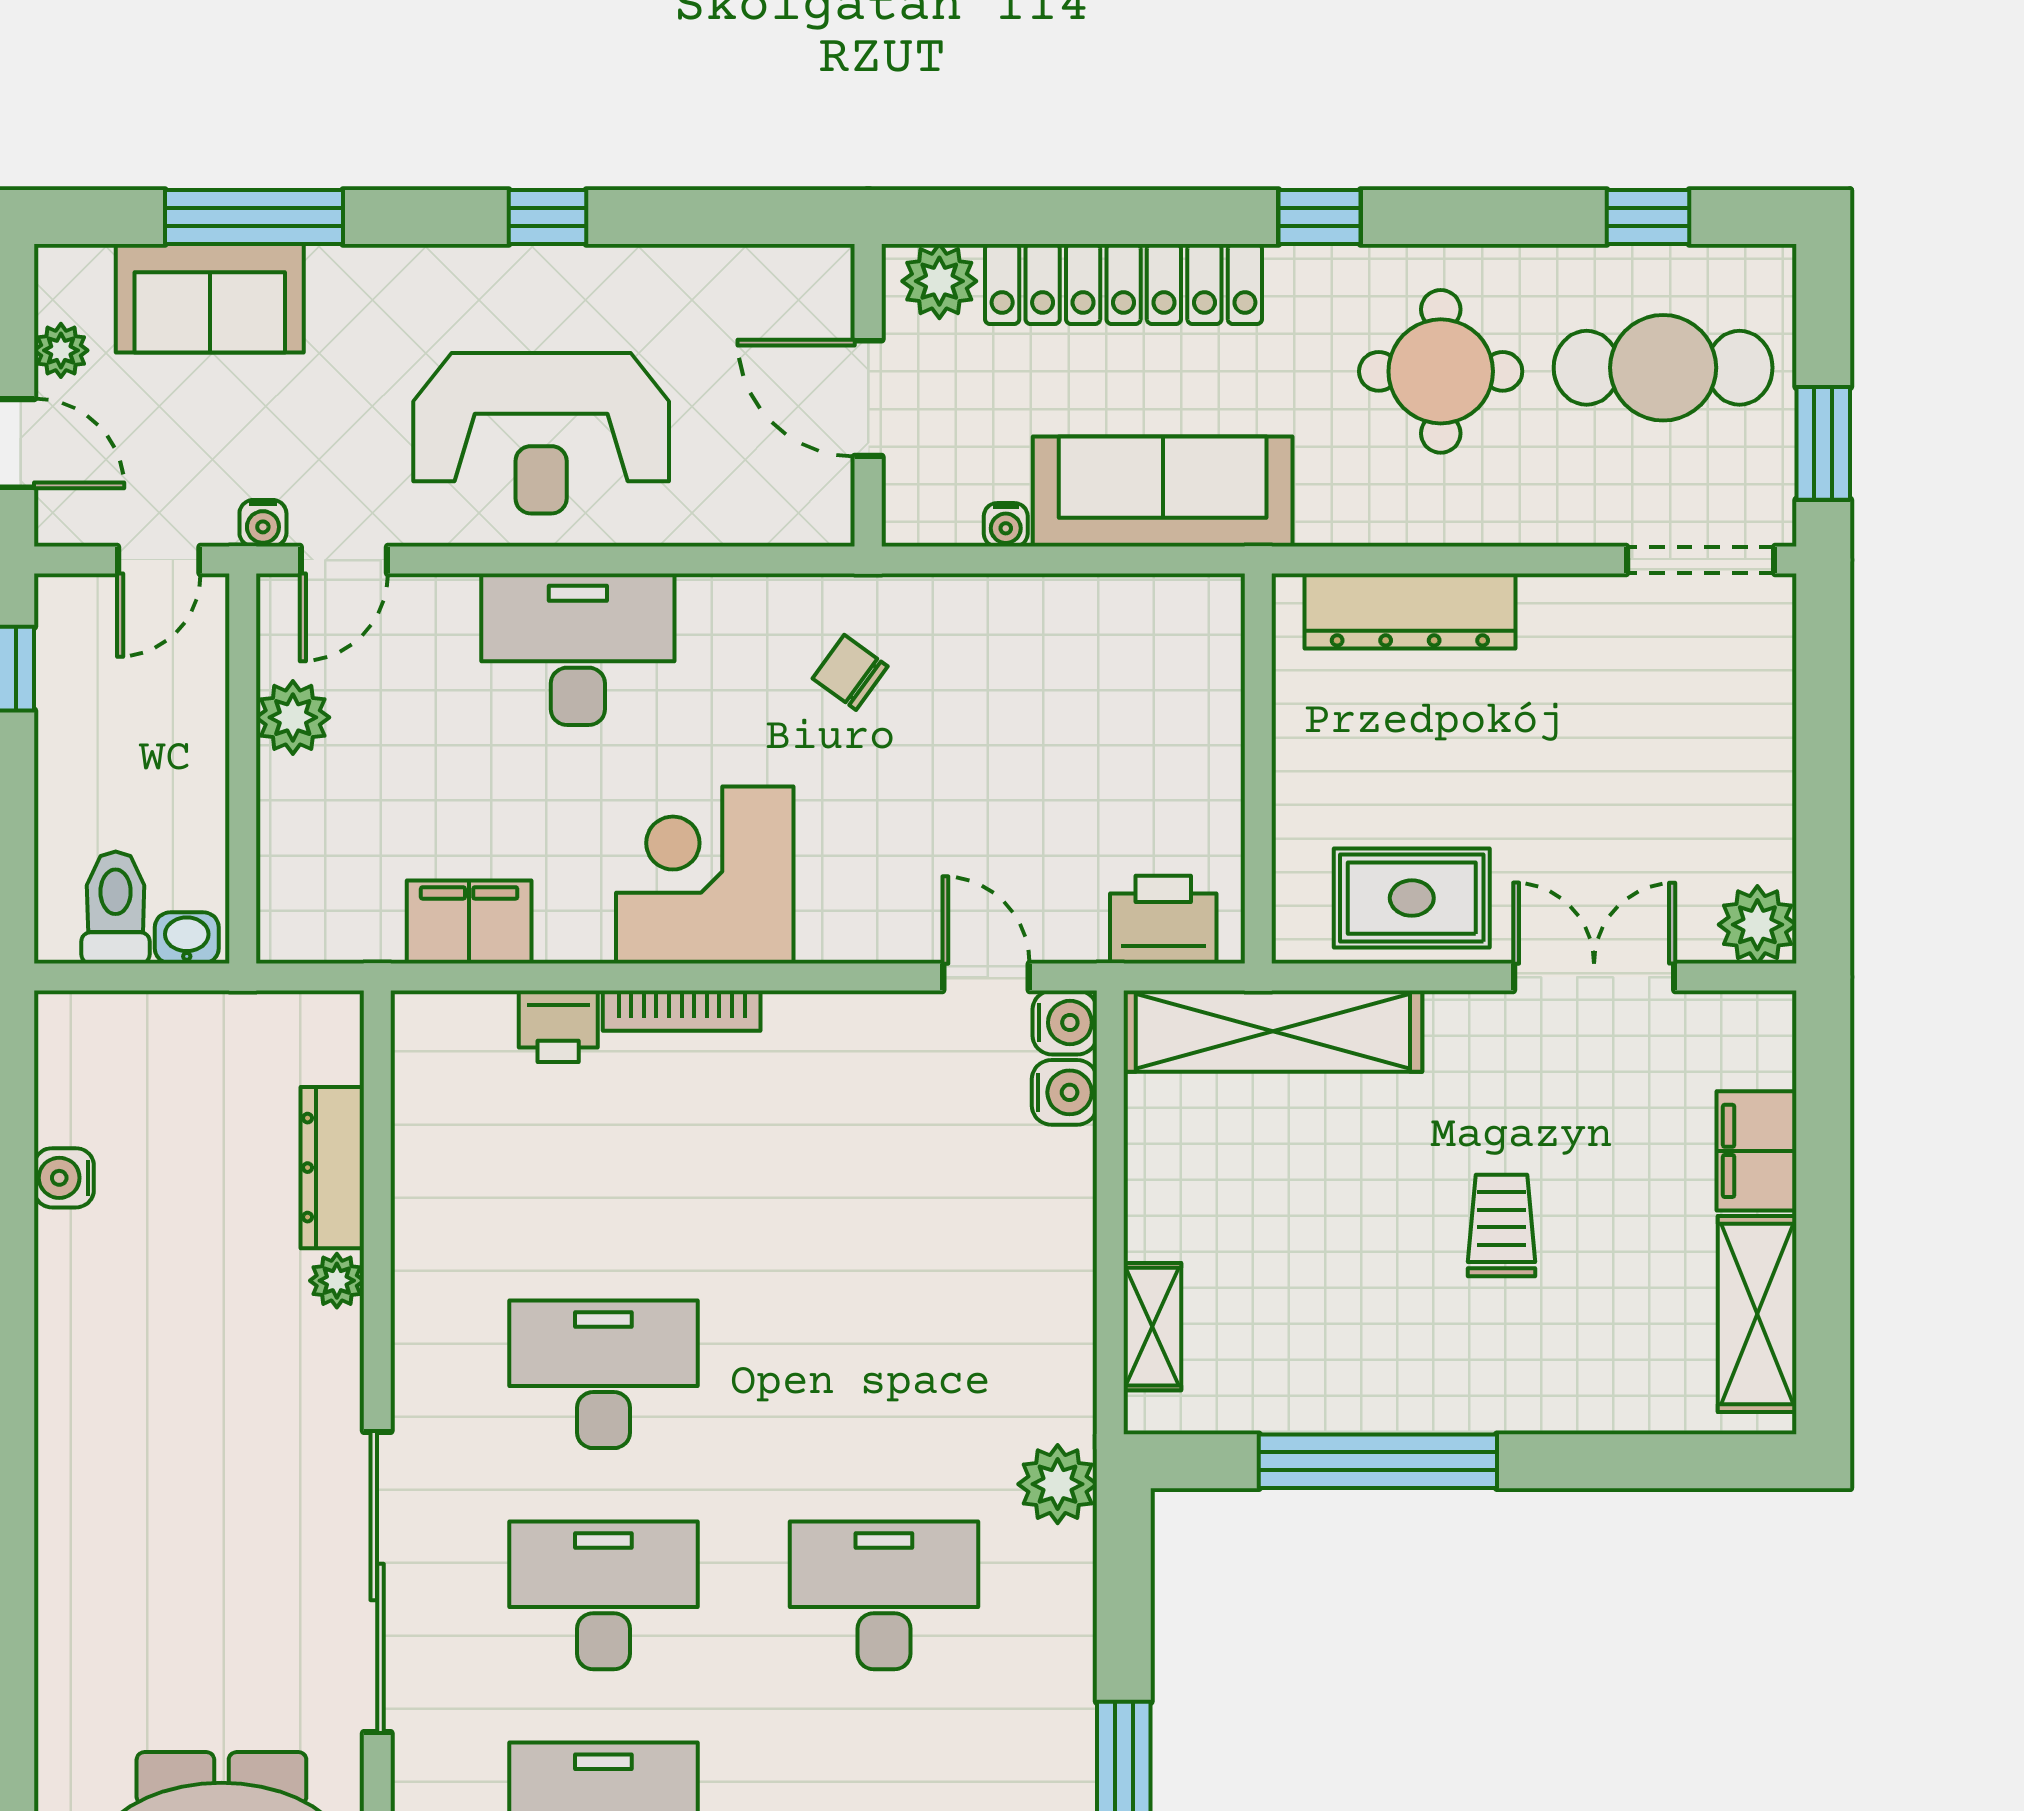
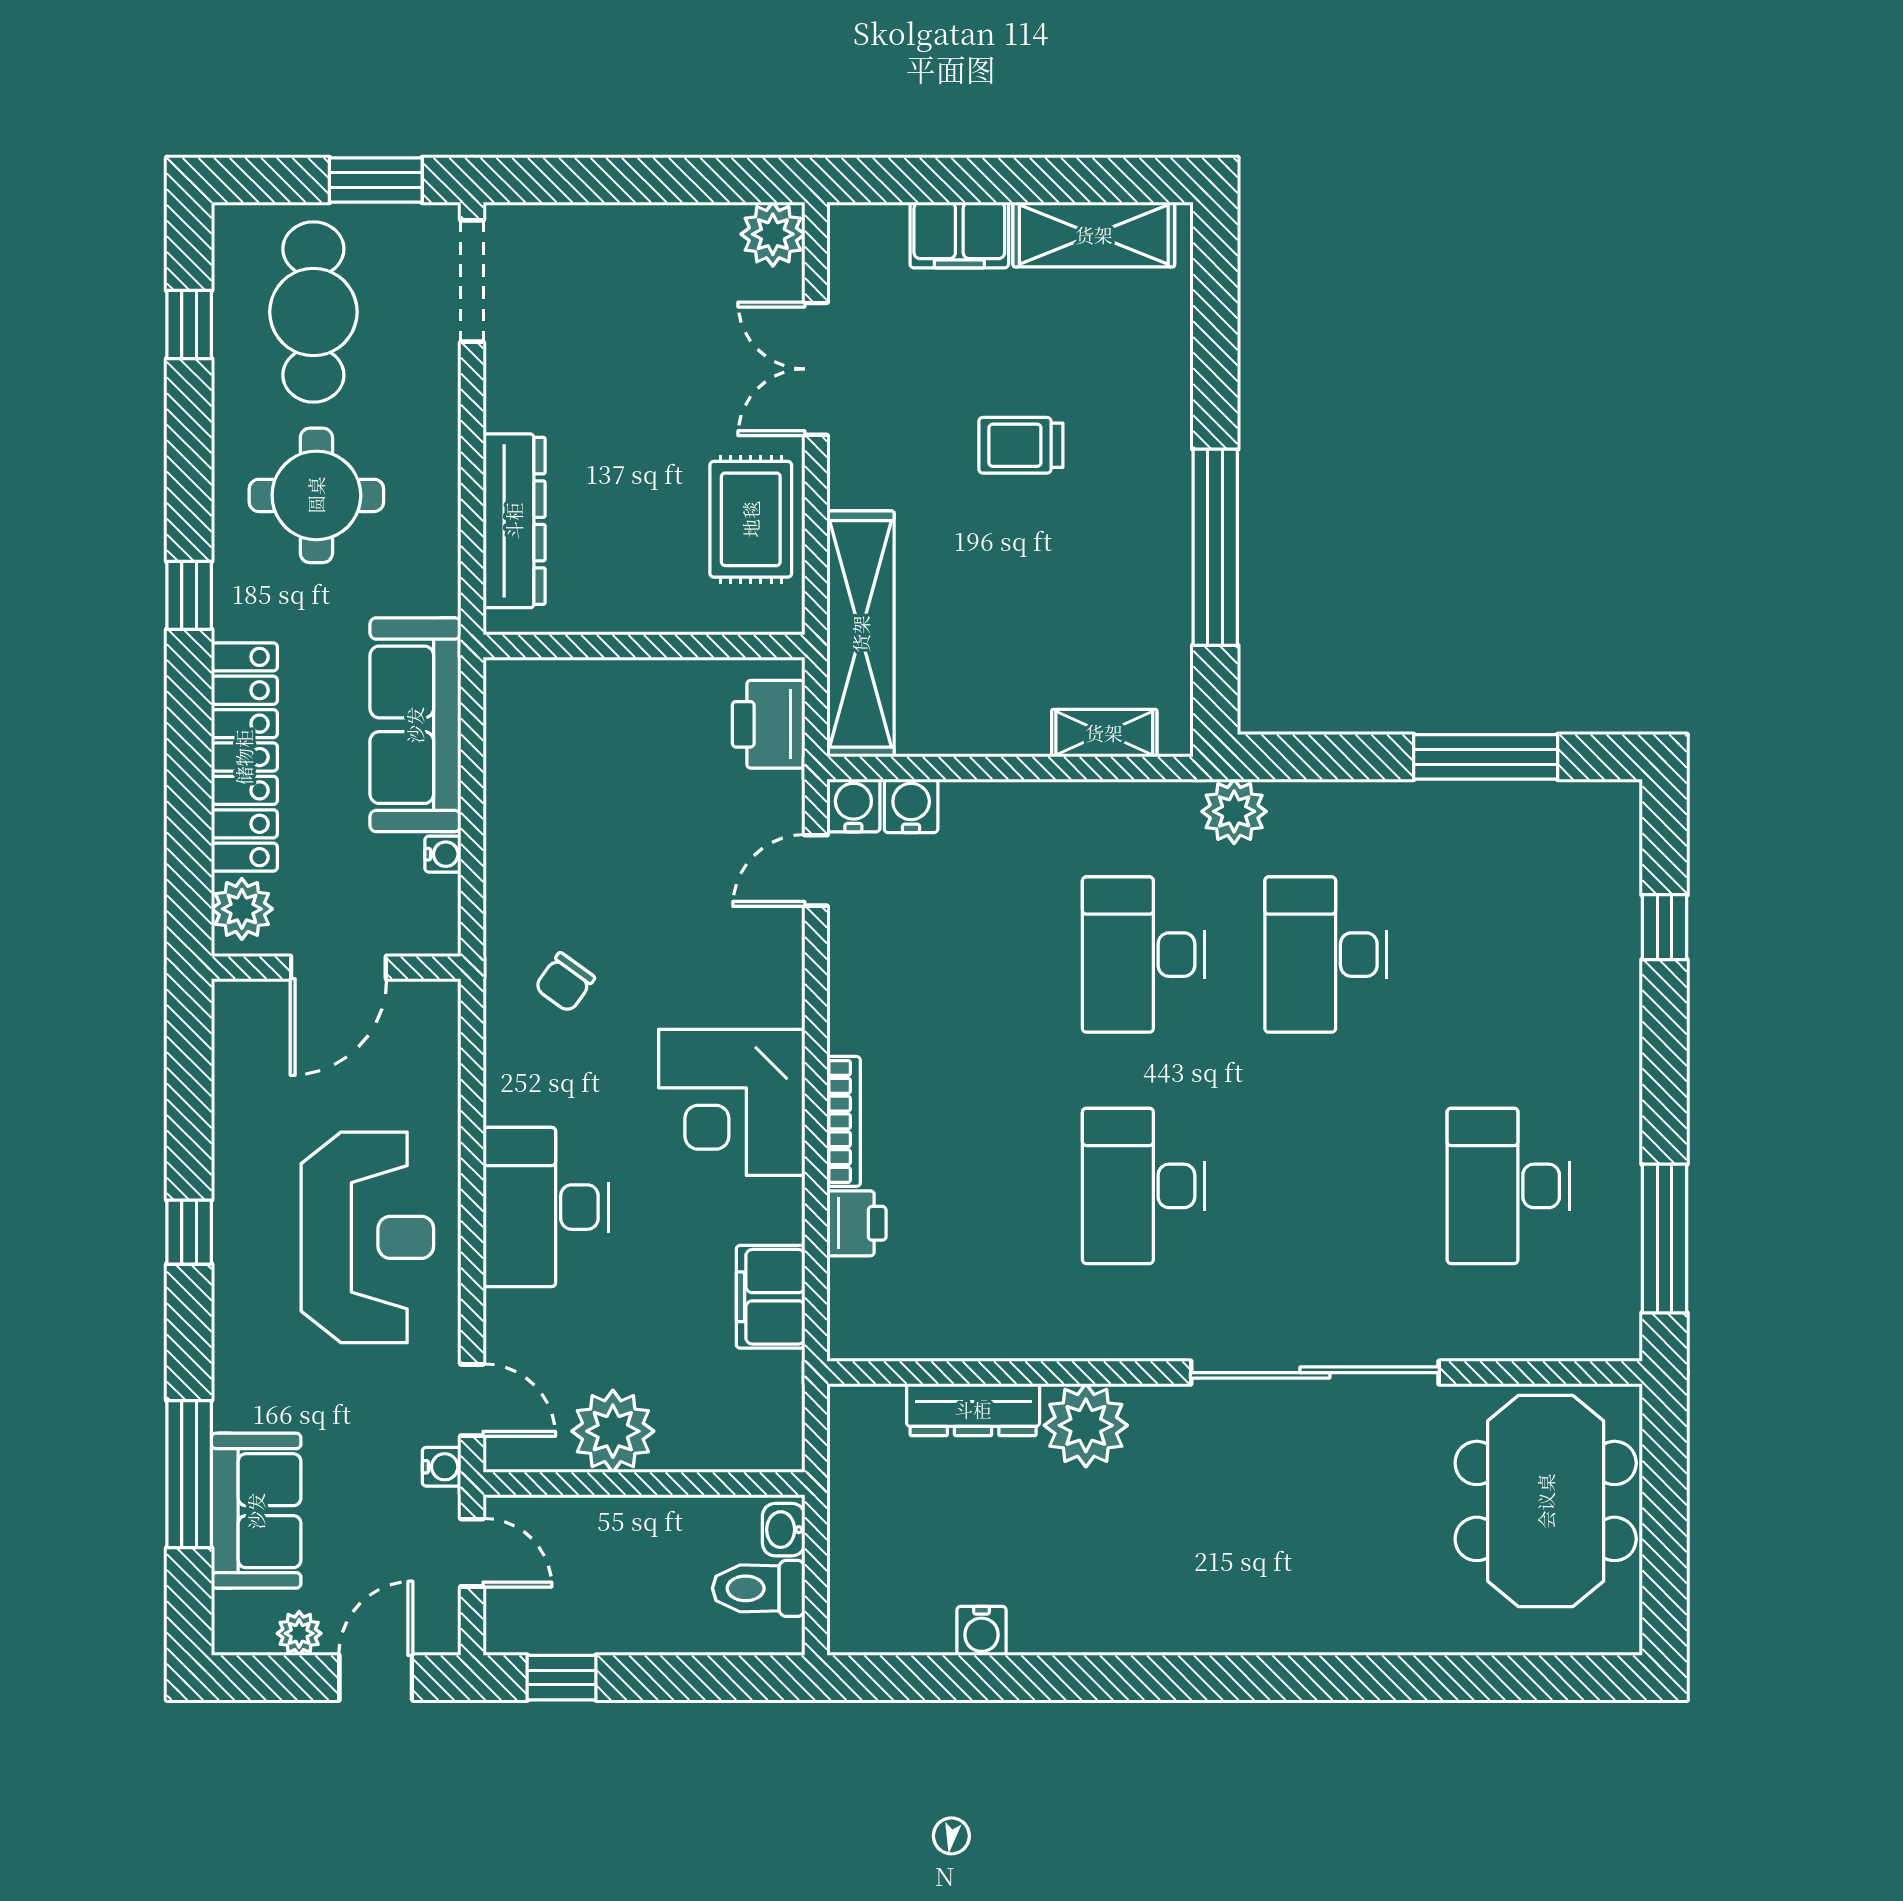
plant: (293, 717) -> (613, 1431), width x1.36, depth x1.36
plant: (337, 1281) -> (1086, 1425), width x1.88, depth x1.88
desk: (603, 1595) -> (1144, 955), moved

